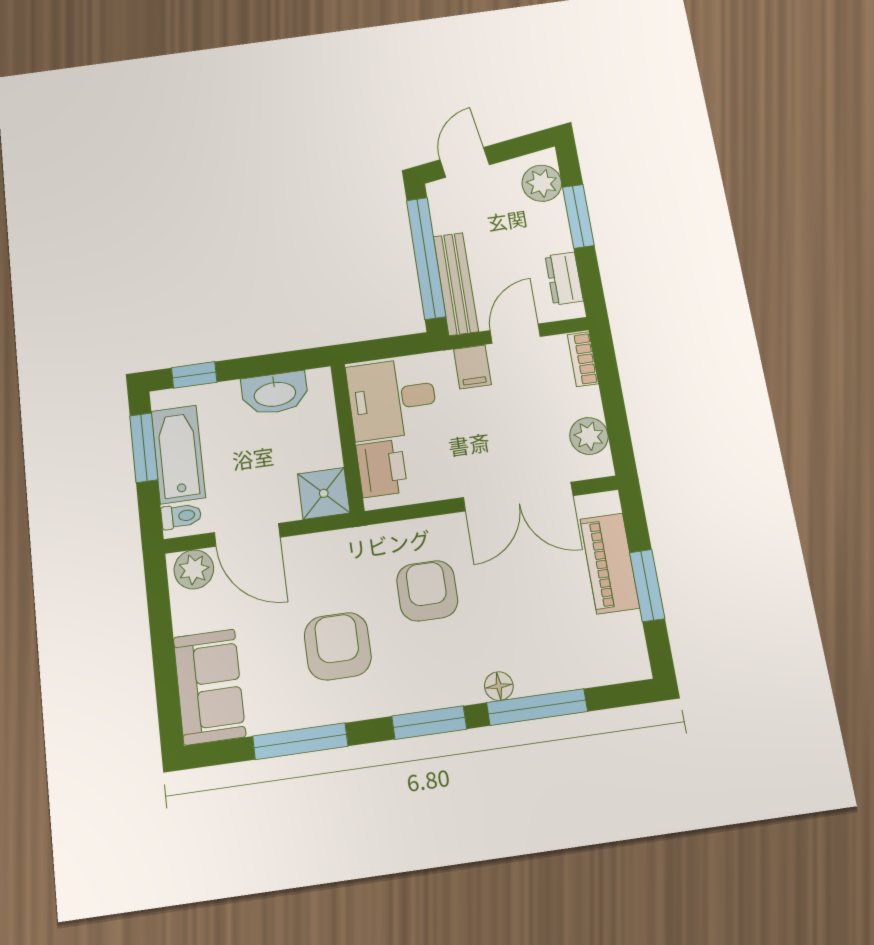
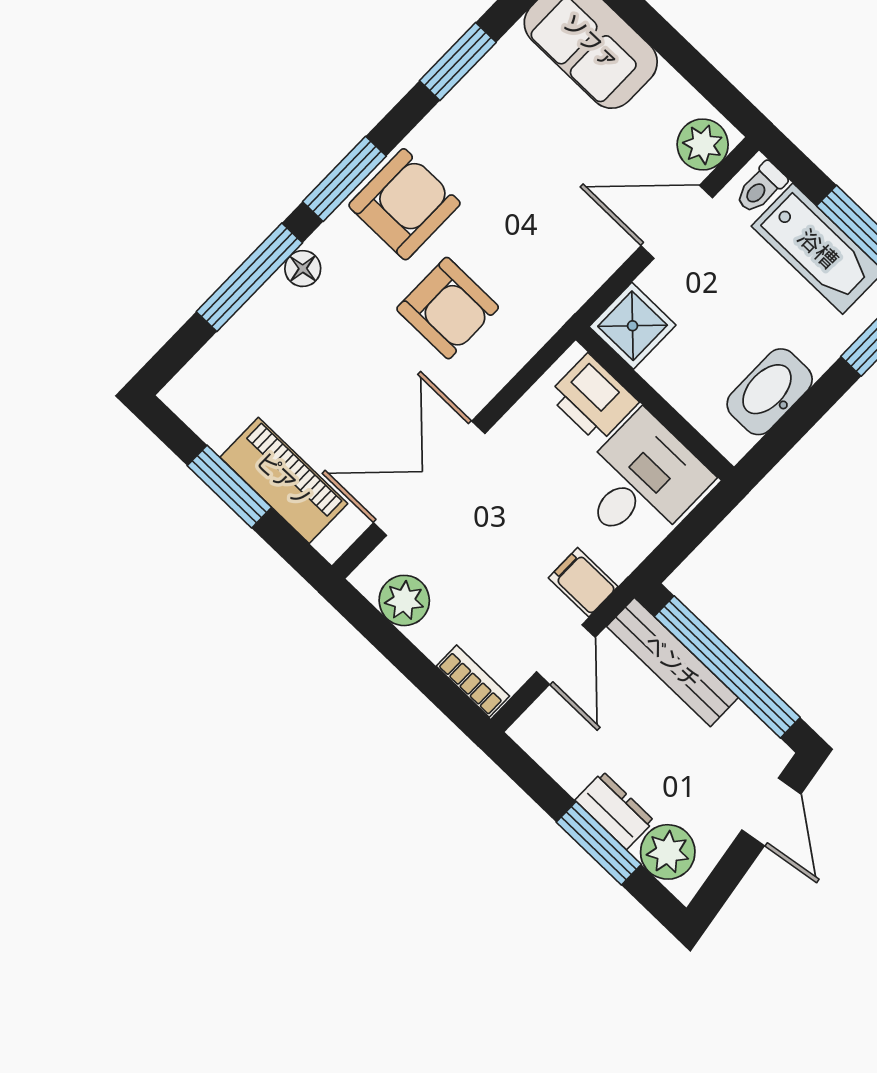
dresser: (564, 278) -> (615, 810), moved
armchair: (338, 646) -> (405, 204), moved, turned -90
window: (300, 741) -> (458, 61), width x0.69

